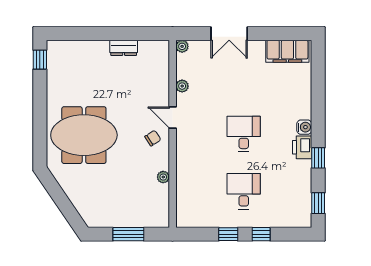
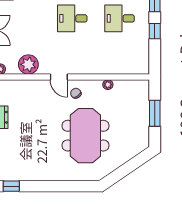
plant: (182, 86) -> (28, 64), width x1.88, depth x1.88
door: (173, 117) -> (59, 77), hinge flipped
meeting table: (84, 135) -> (85, 136), moved

